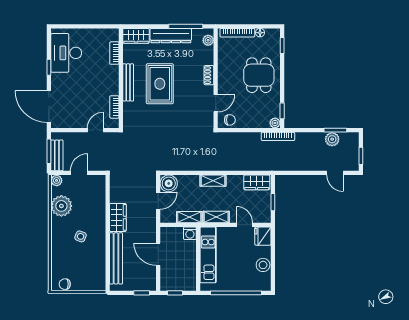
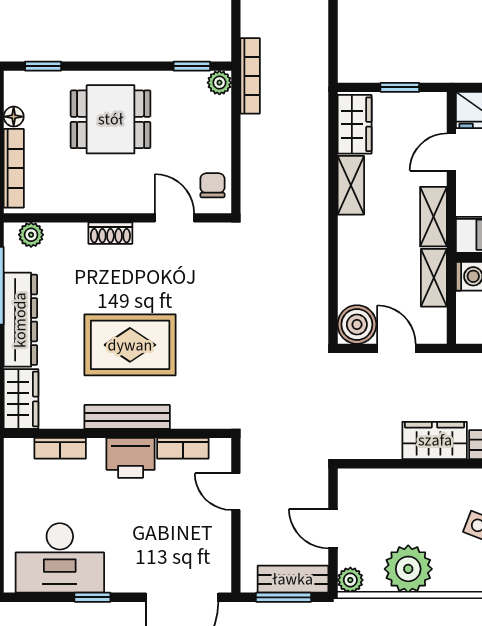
printer: (110, 84) -> (131, 458), added
shelving: (213, 181) -> (351, 185), moved

